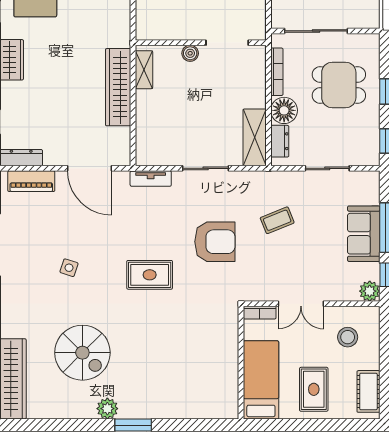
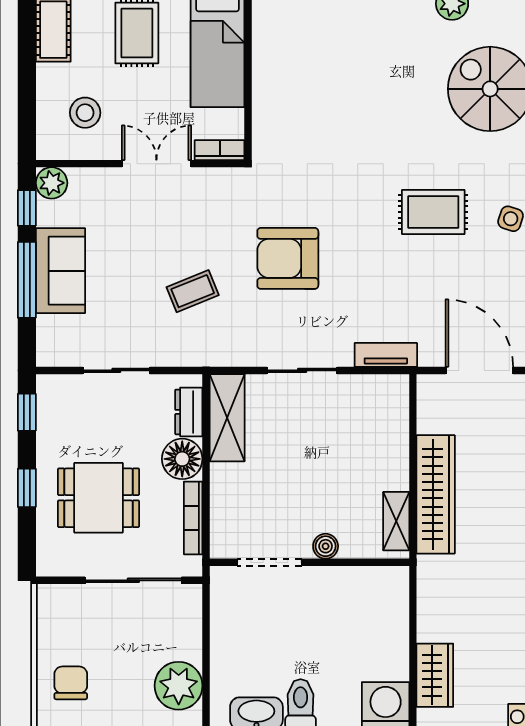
rug: (150, 275) -> (433, 212), moved

